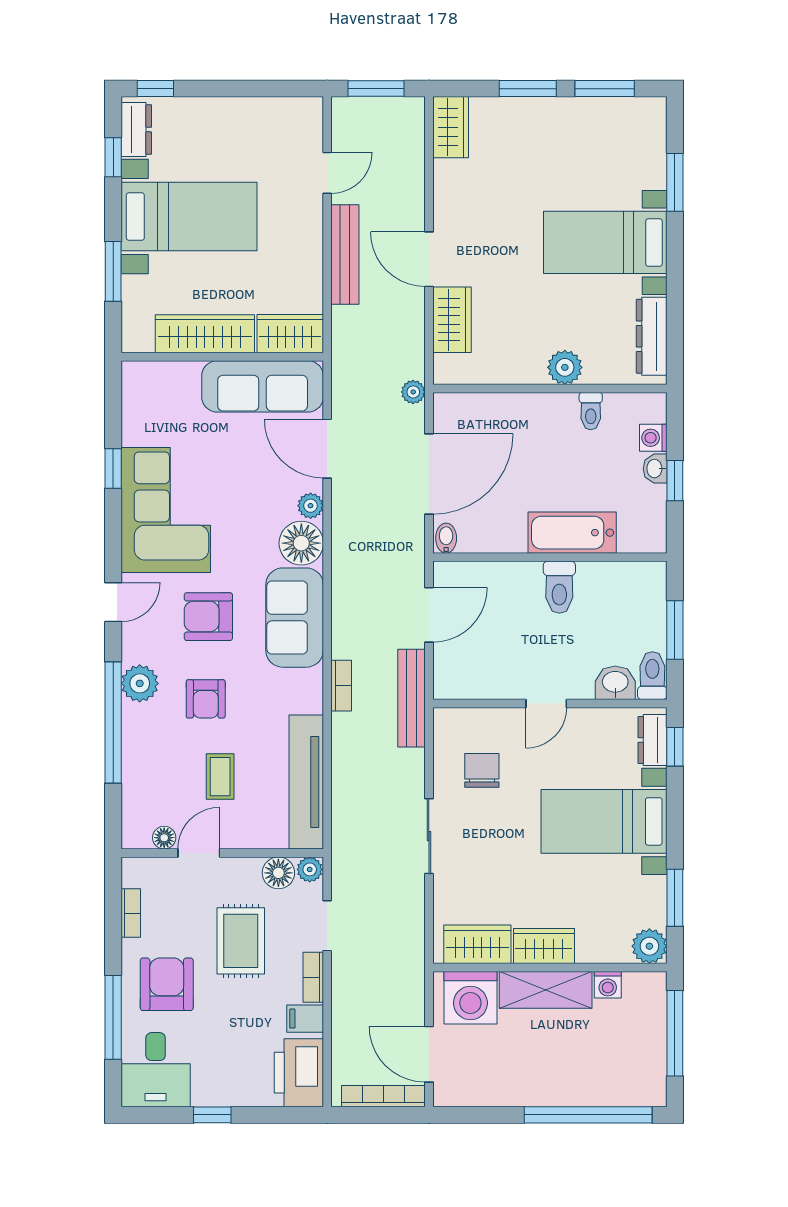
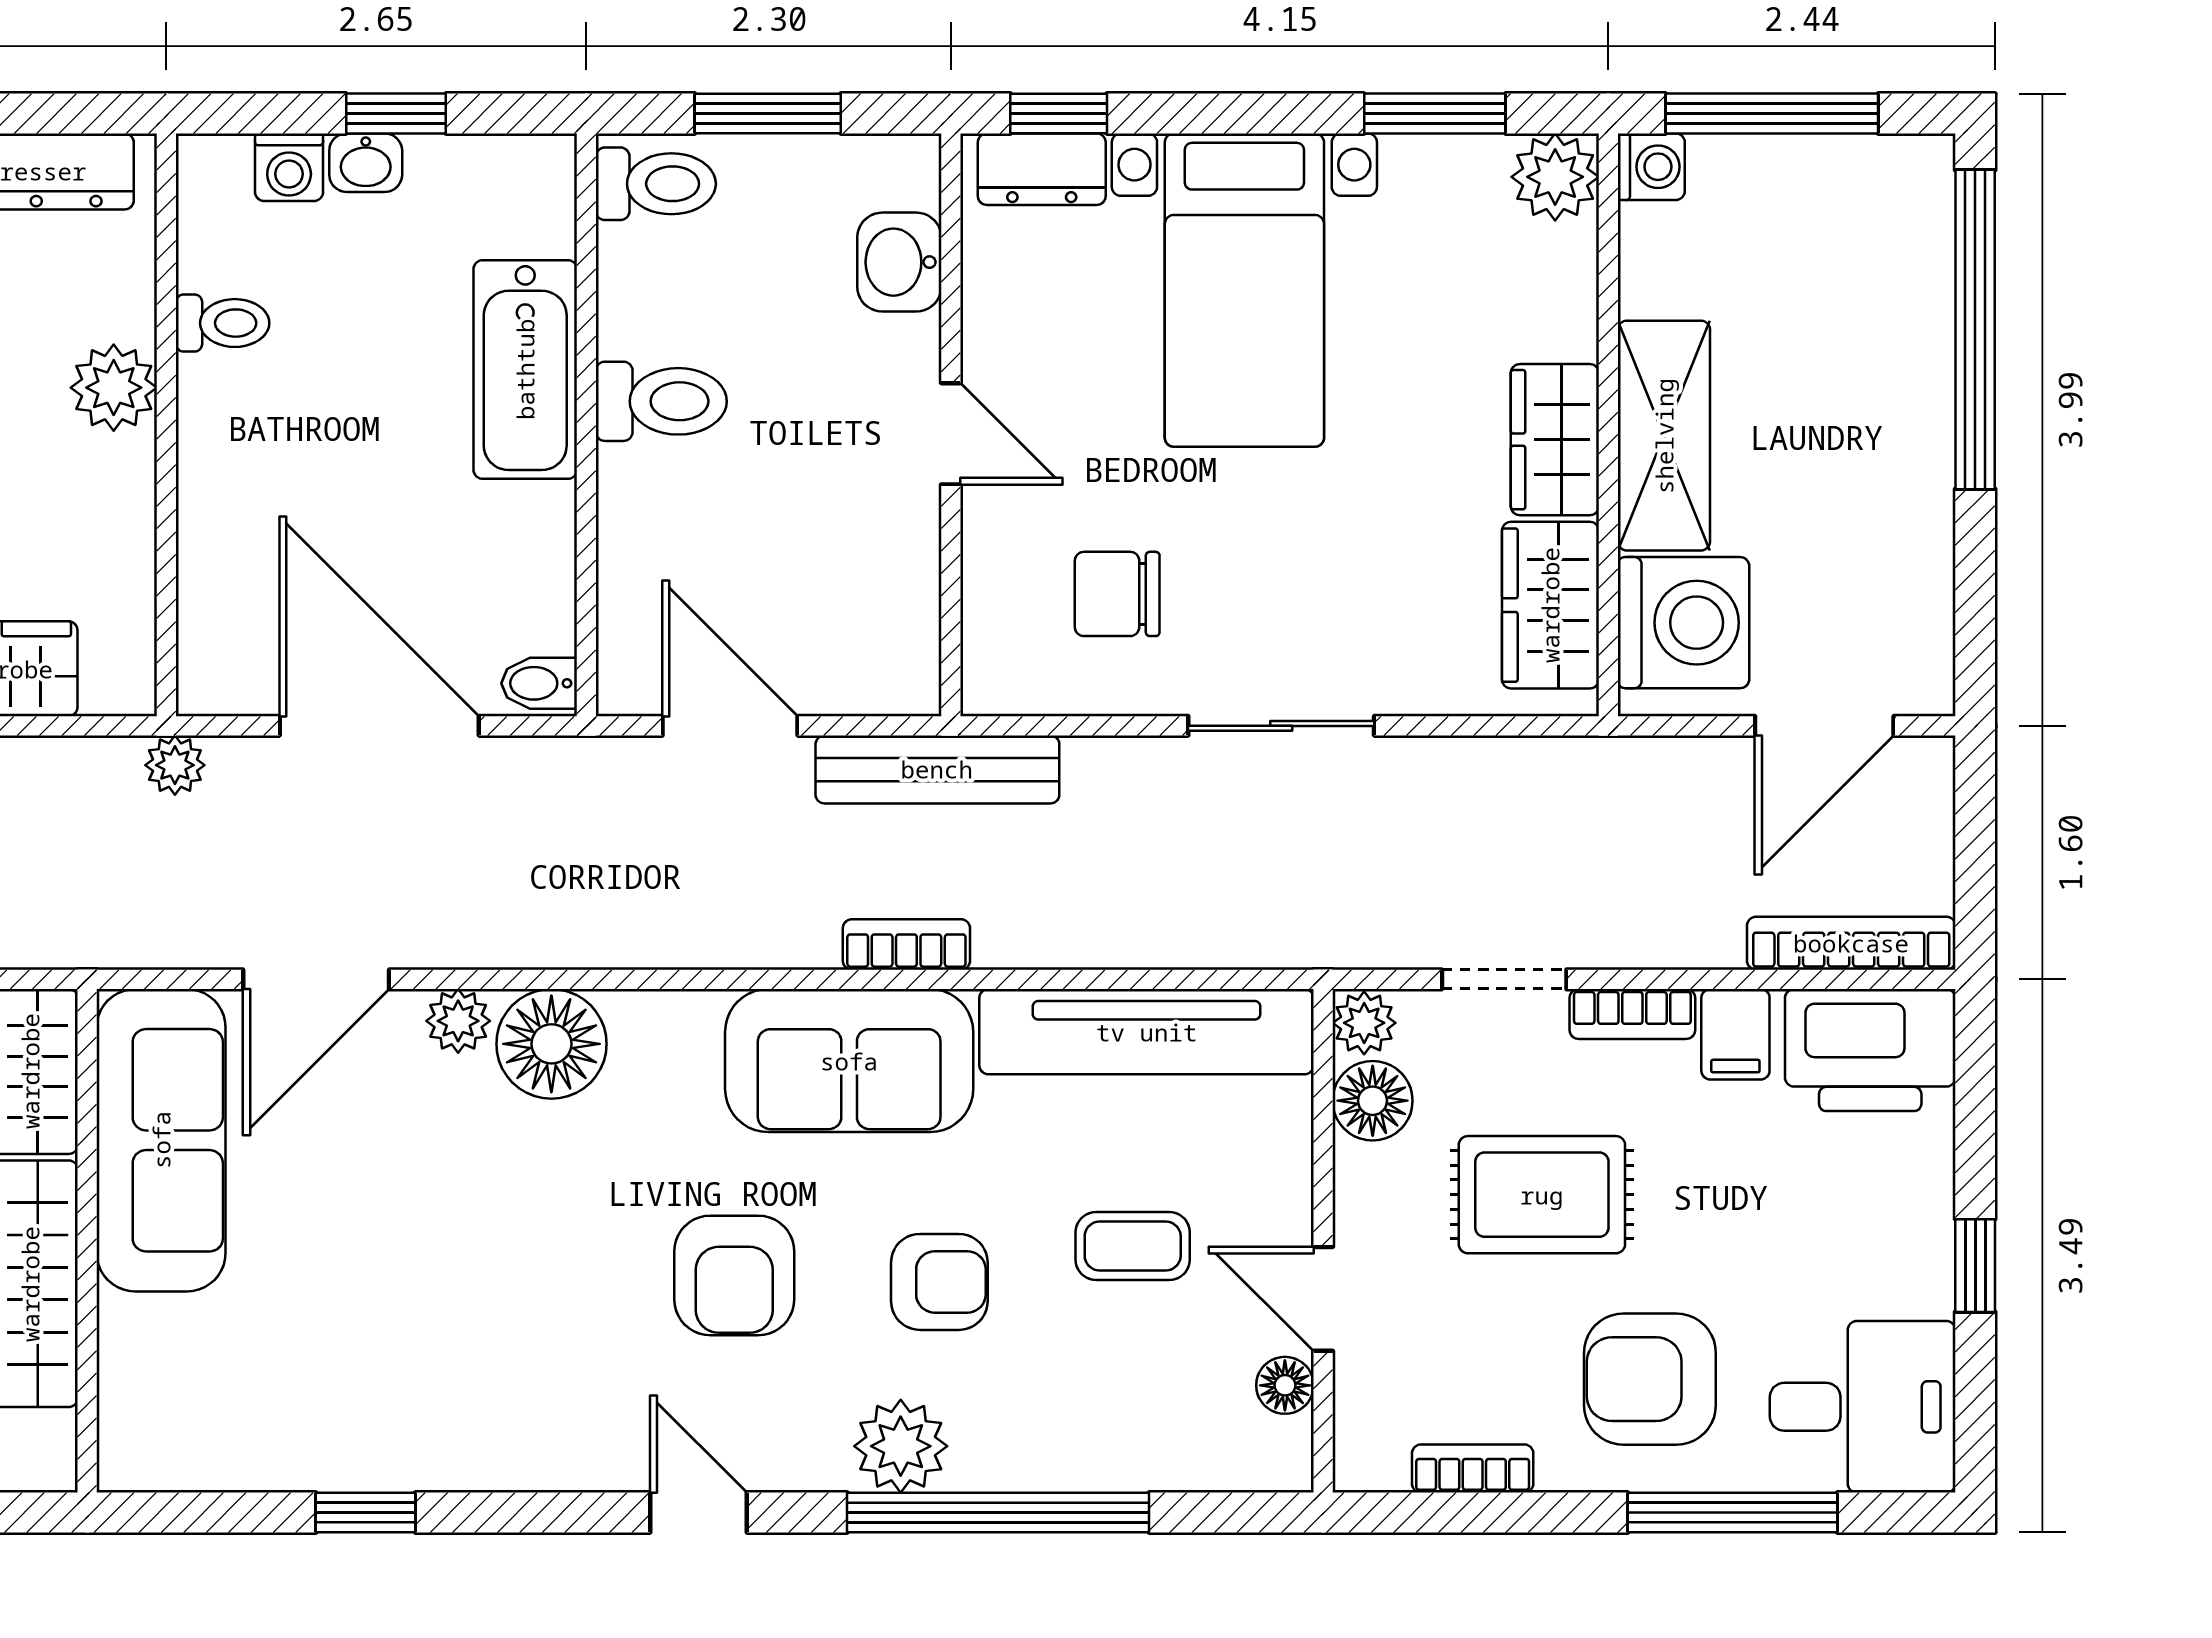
corner sofa: (166, 510) -> (469, 1381), removed
sofa: (295, 618) -> (849, 1061), moved
toilet: (652, 676) -> (656, 184), moved, turned 180
washing machine: (608, 985) -> (1651, 167), moved
bookcase: (383, 1096) -> (1851, 943), moved, turned 90

